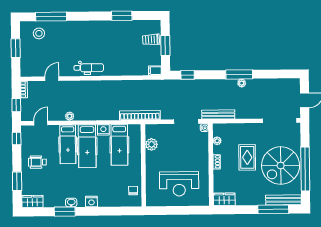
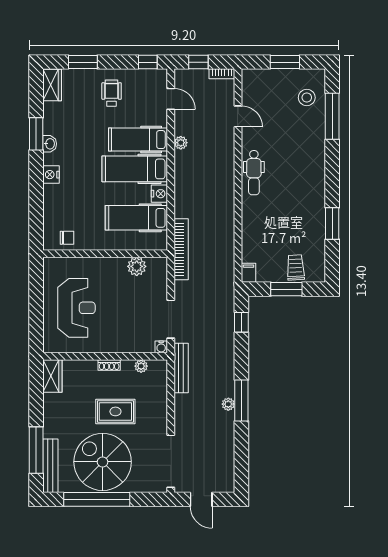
reception desk: (179, 184) -> (76, 308), turned 180

